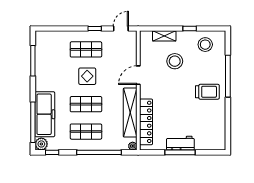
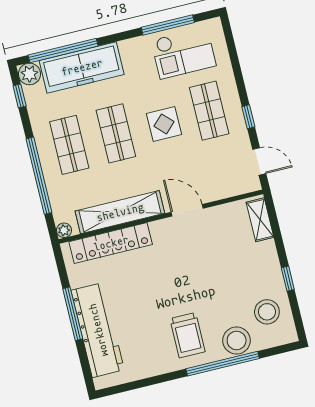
shelving: (164, 36) -> (260, 220), moved
checkout: (51, 56) -> (184, 53), added
stool: (175, 61) -> (237, 341), moved
workbench: (180, 143) -> (98, 330), width x1.88, depth x1.32

